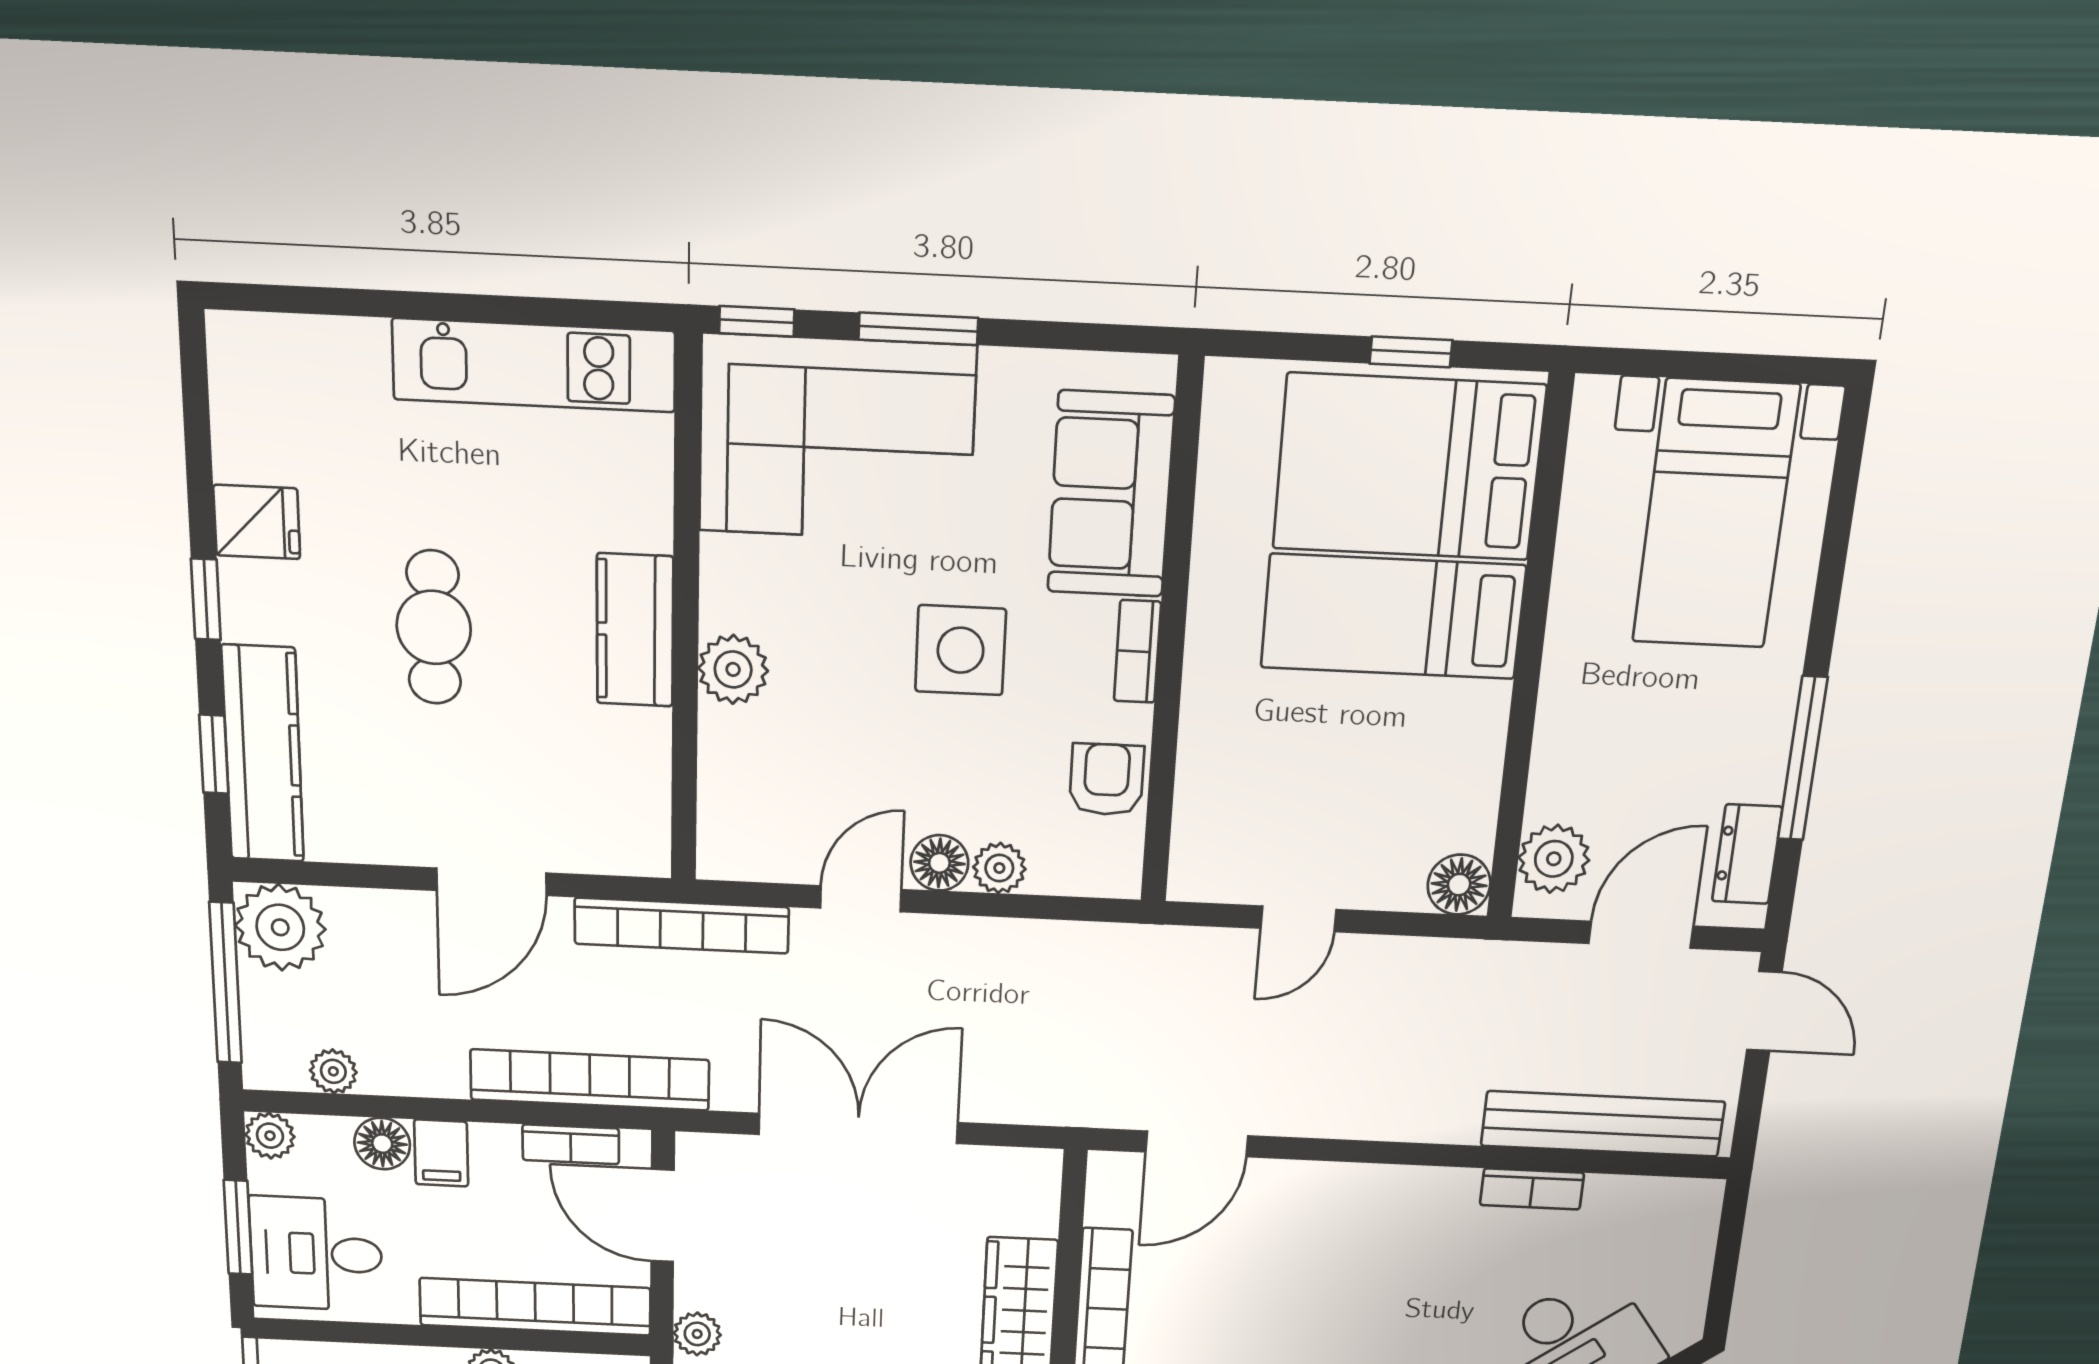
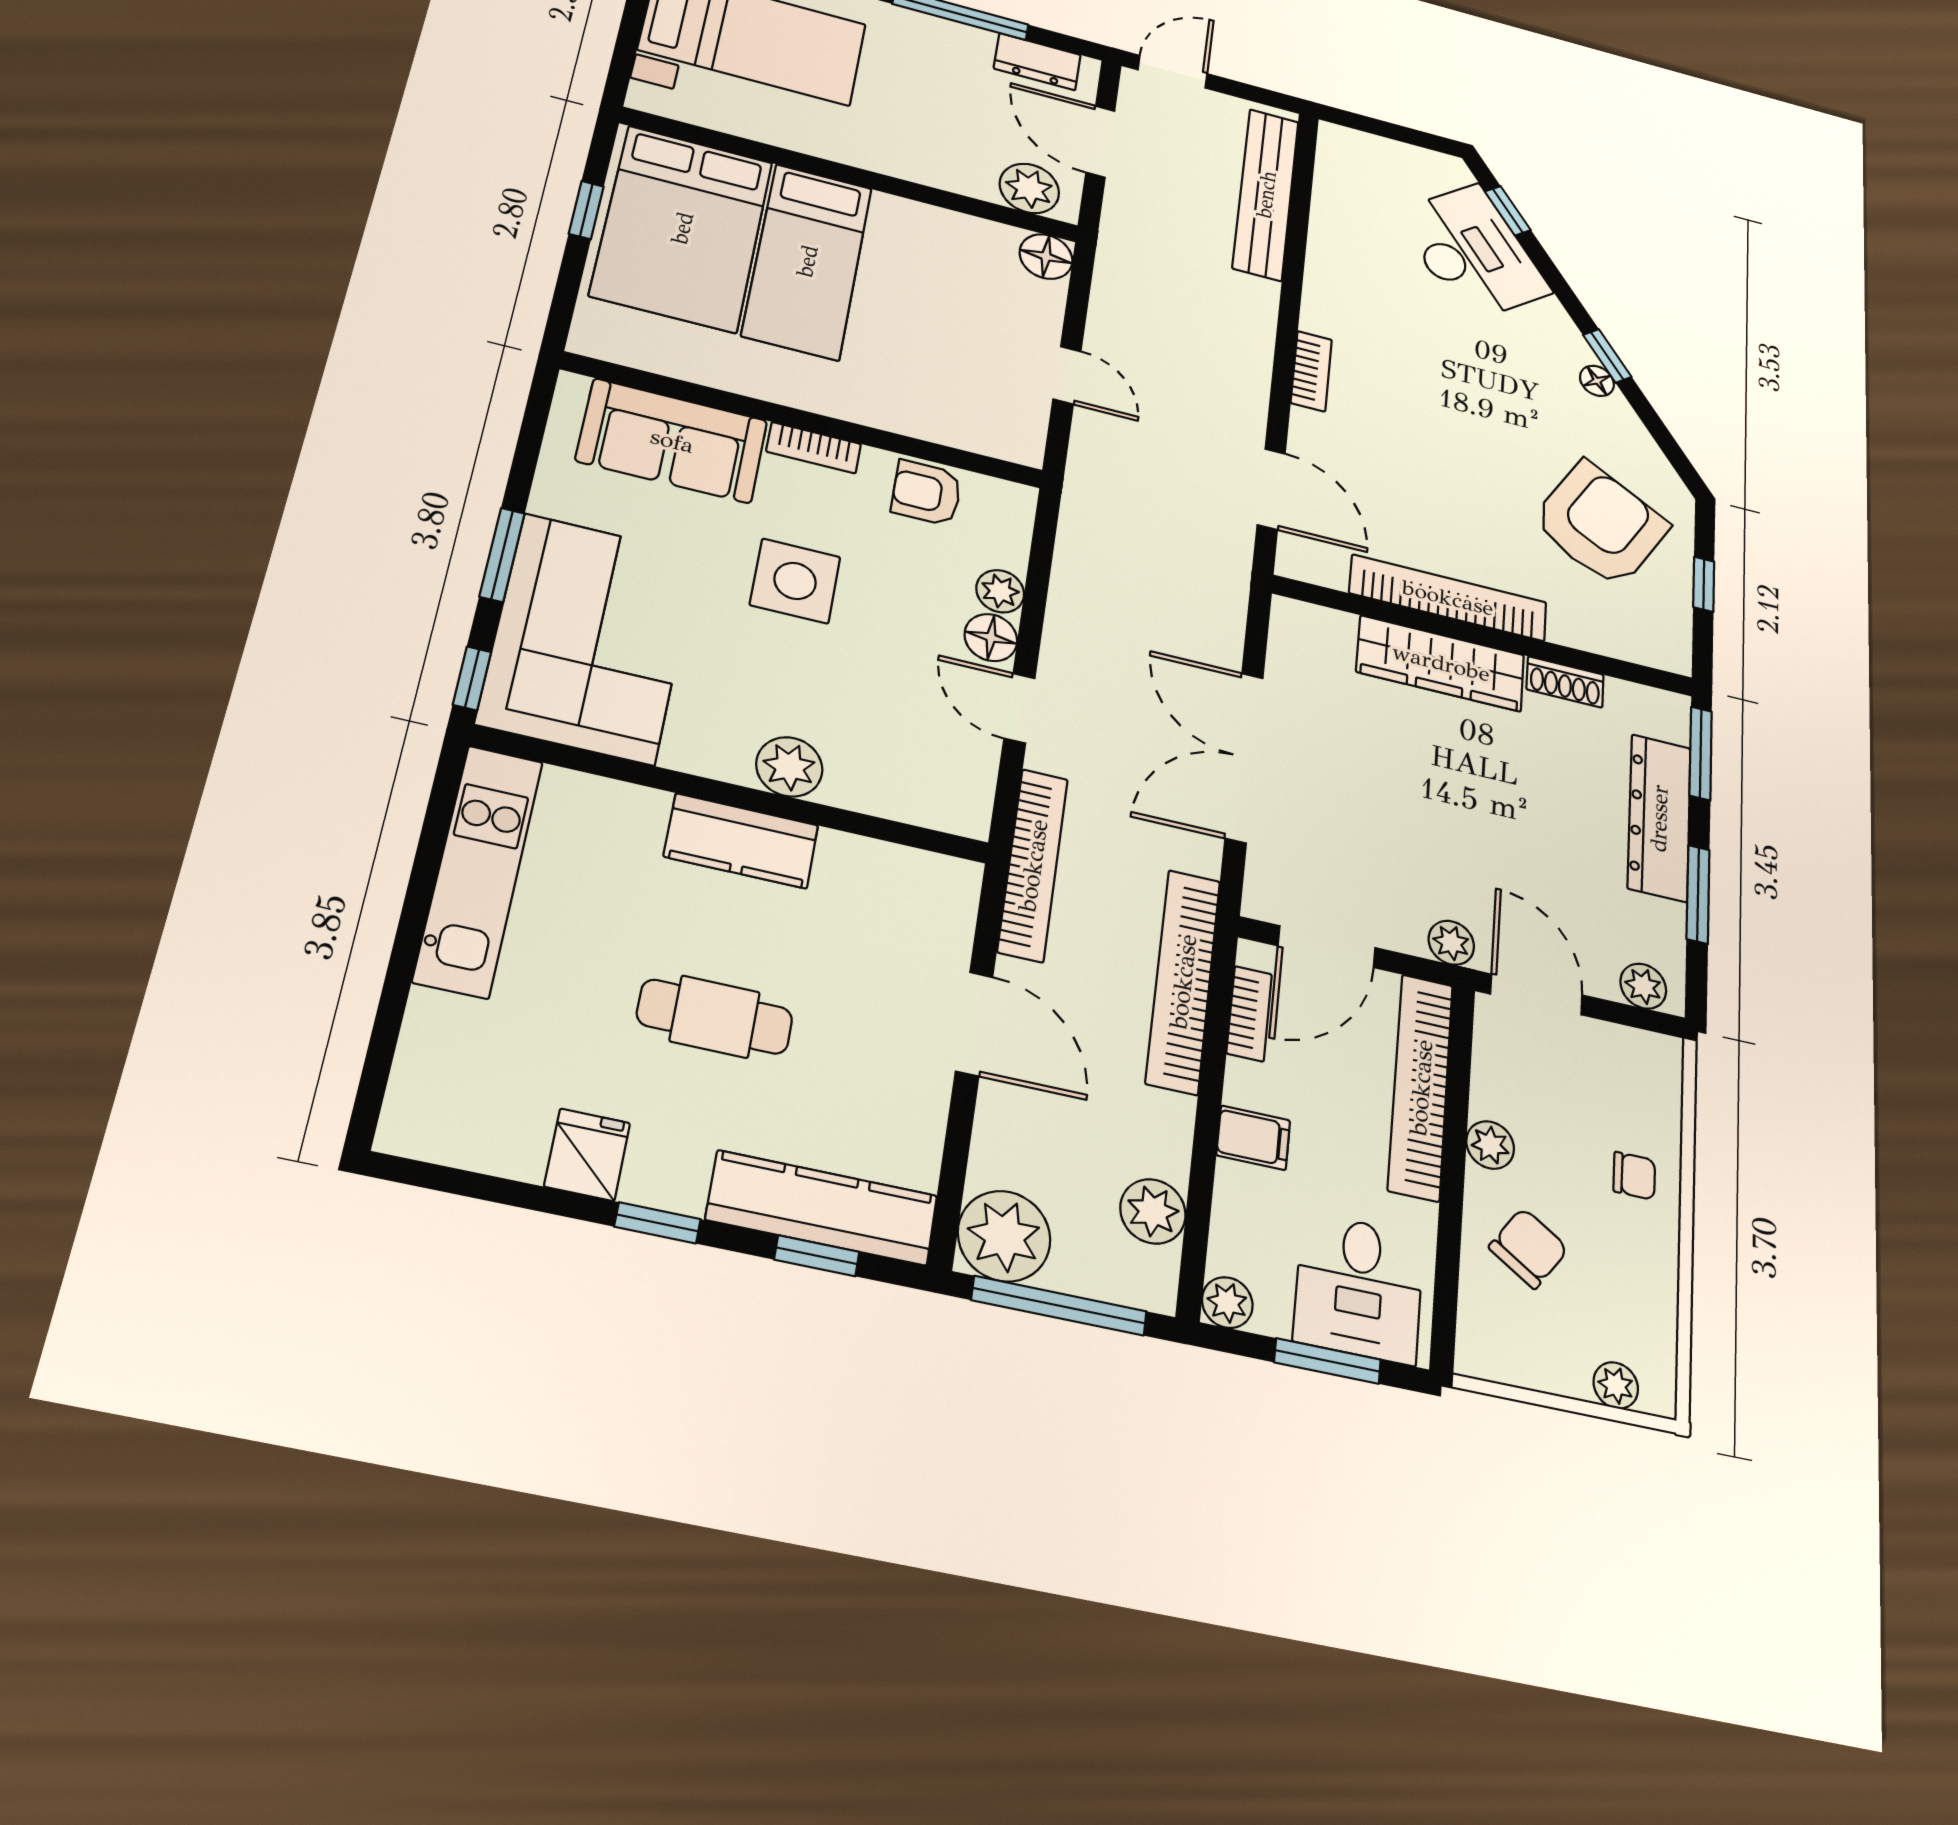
plant: (333, 1071) -> (1153, 1211), width x1.38, depth x1.38
floor lamp: (382, 1144) -> (1241, 1193), removed
bookcase: (1532, 1189) -> (1311, 371), moved

